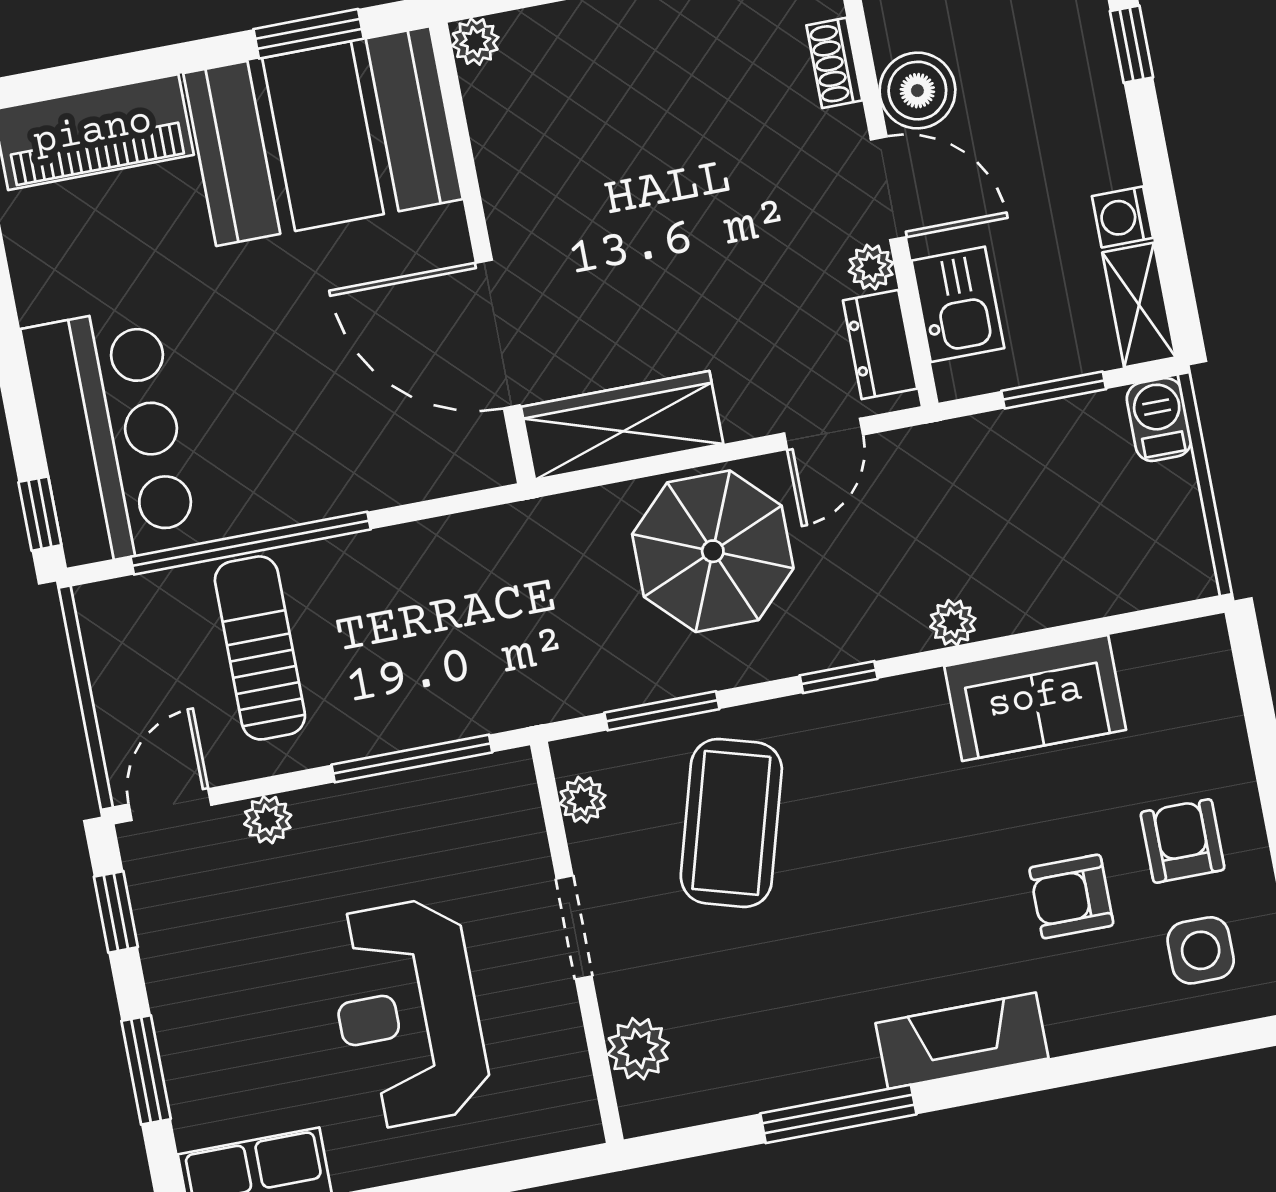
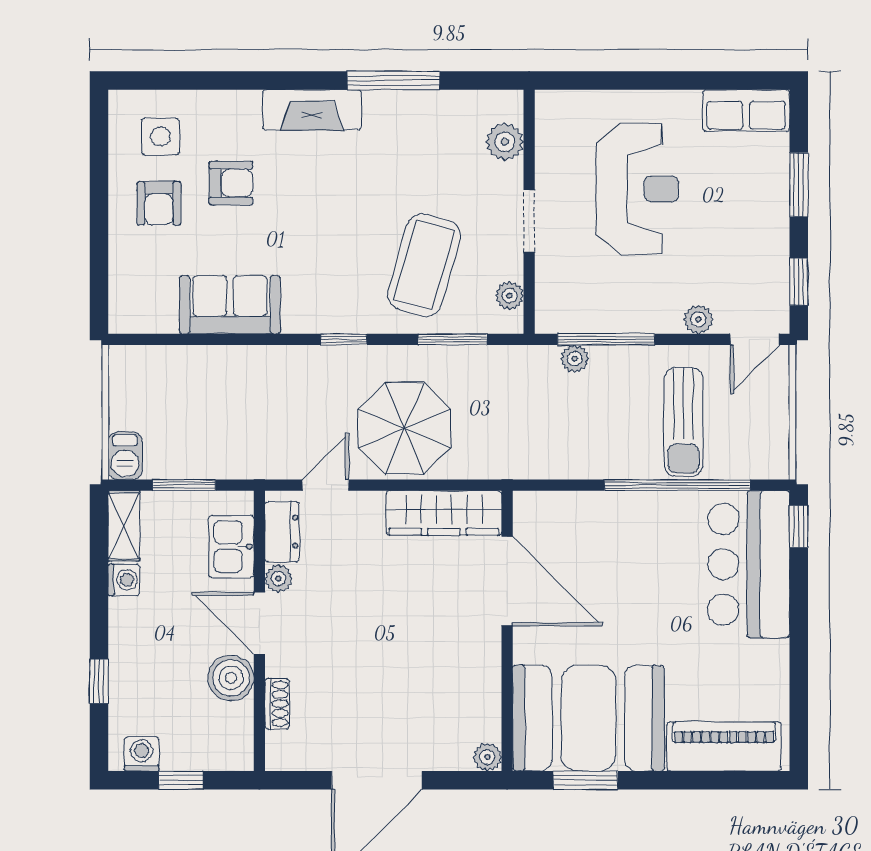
plant: (953, 623) -> (575, 359), moved

